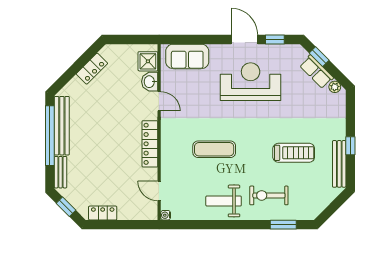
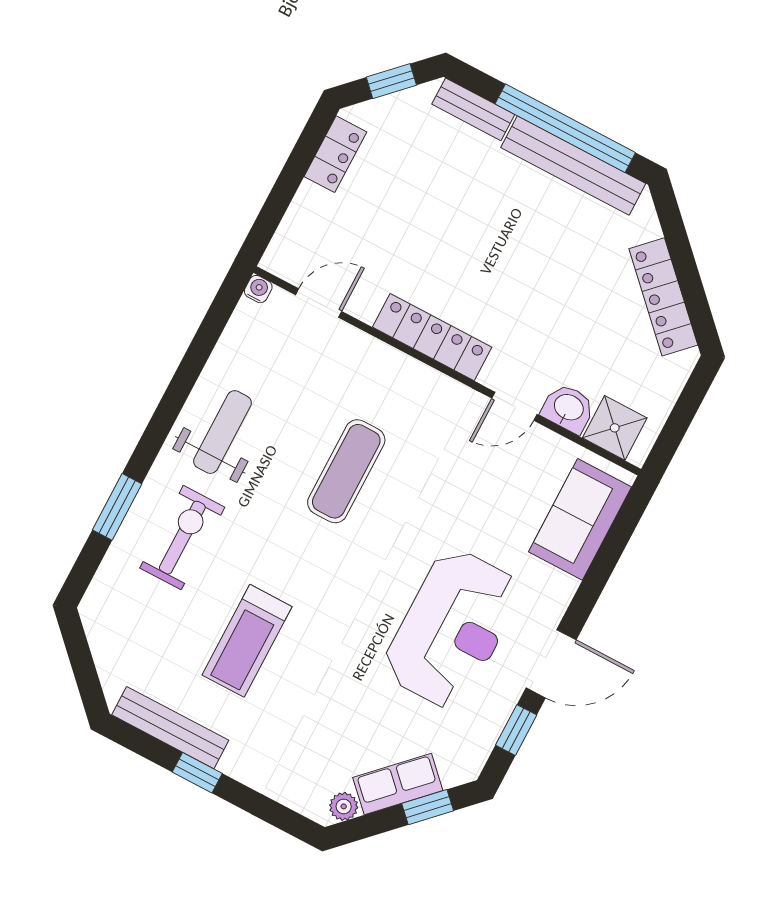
locker: (92, 69) -> (663, 297), width x1.53
window: (283, 225) -> (117, 507), moved

